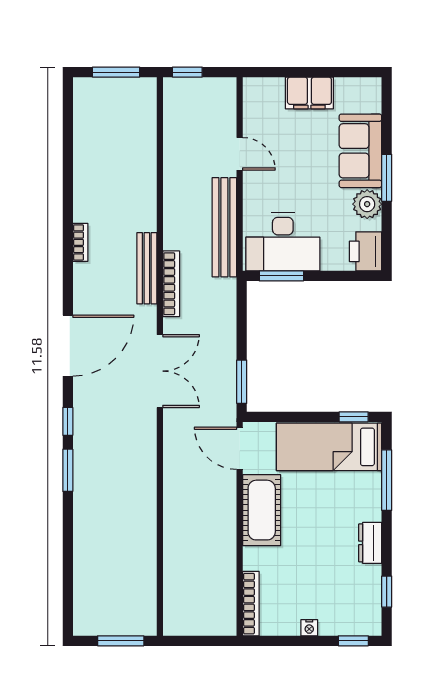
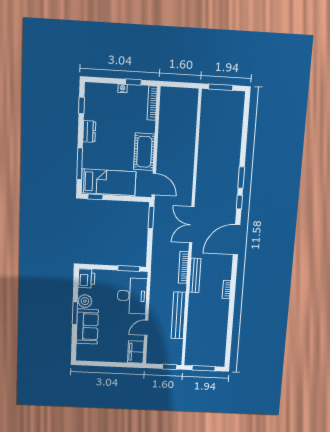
filing cabinet: (309, 93) -> (136, 352), moved, turned -90
door: (240, 154) -> (146, 328), hinge flipped
bench: (224, 227) -> (179, 315), moved
desk: (283, 242) -> (132, 296), moved, turned 90
window: (353, 641) -> (133, 82), moved

